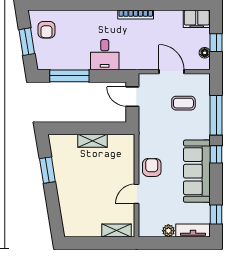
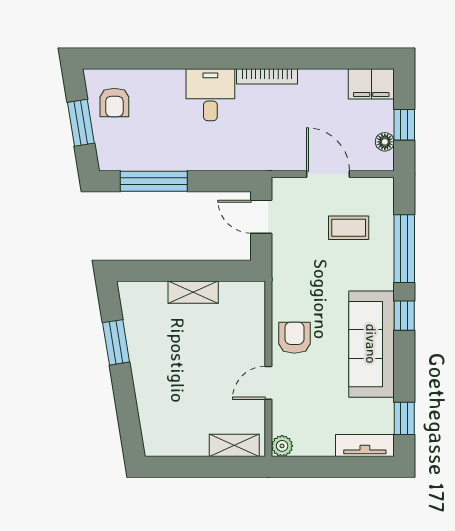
desk: (105, 55) -> (210, 95), moved, turned 180
plant: (168, 231) -> (282, 446), moved

